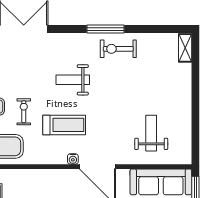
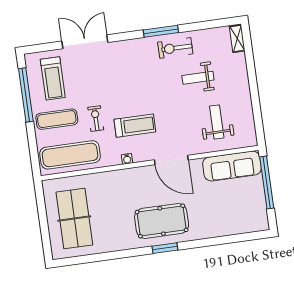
weight bench: (73, 80) -> (198, 78), moved
water cooler: (73, 159) -> (127, 159), moved

